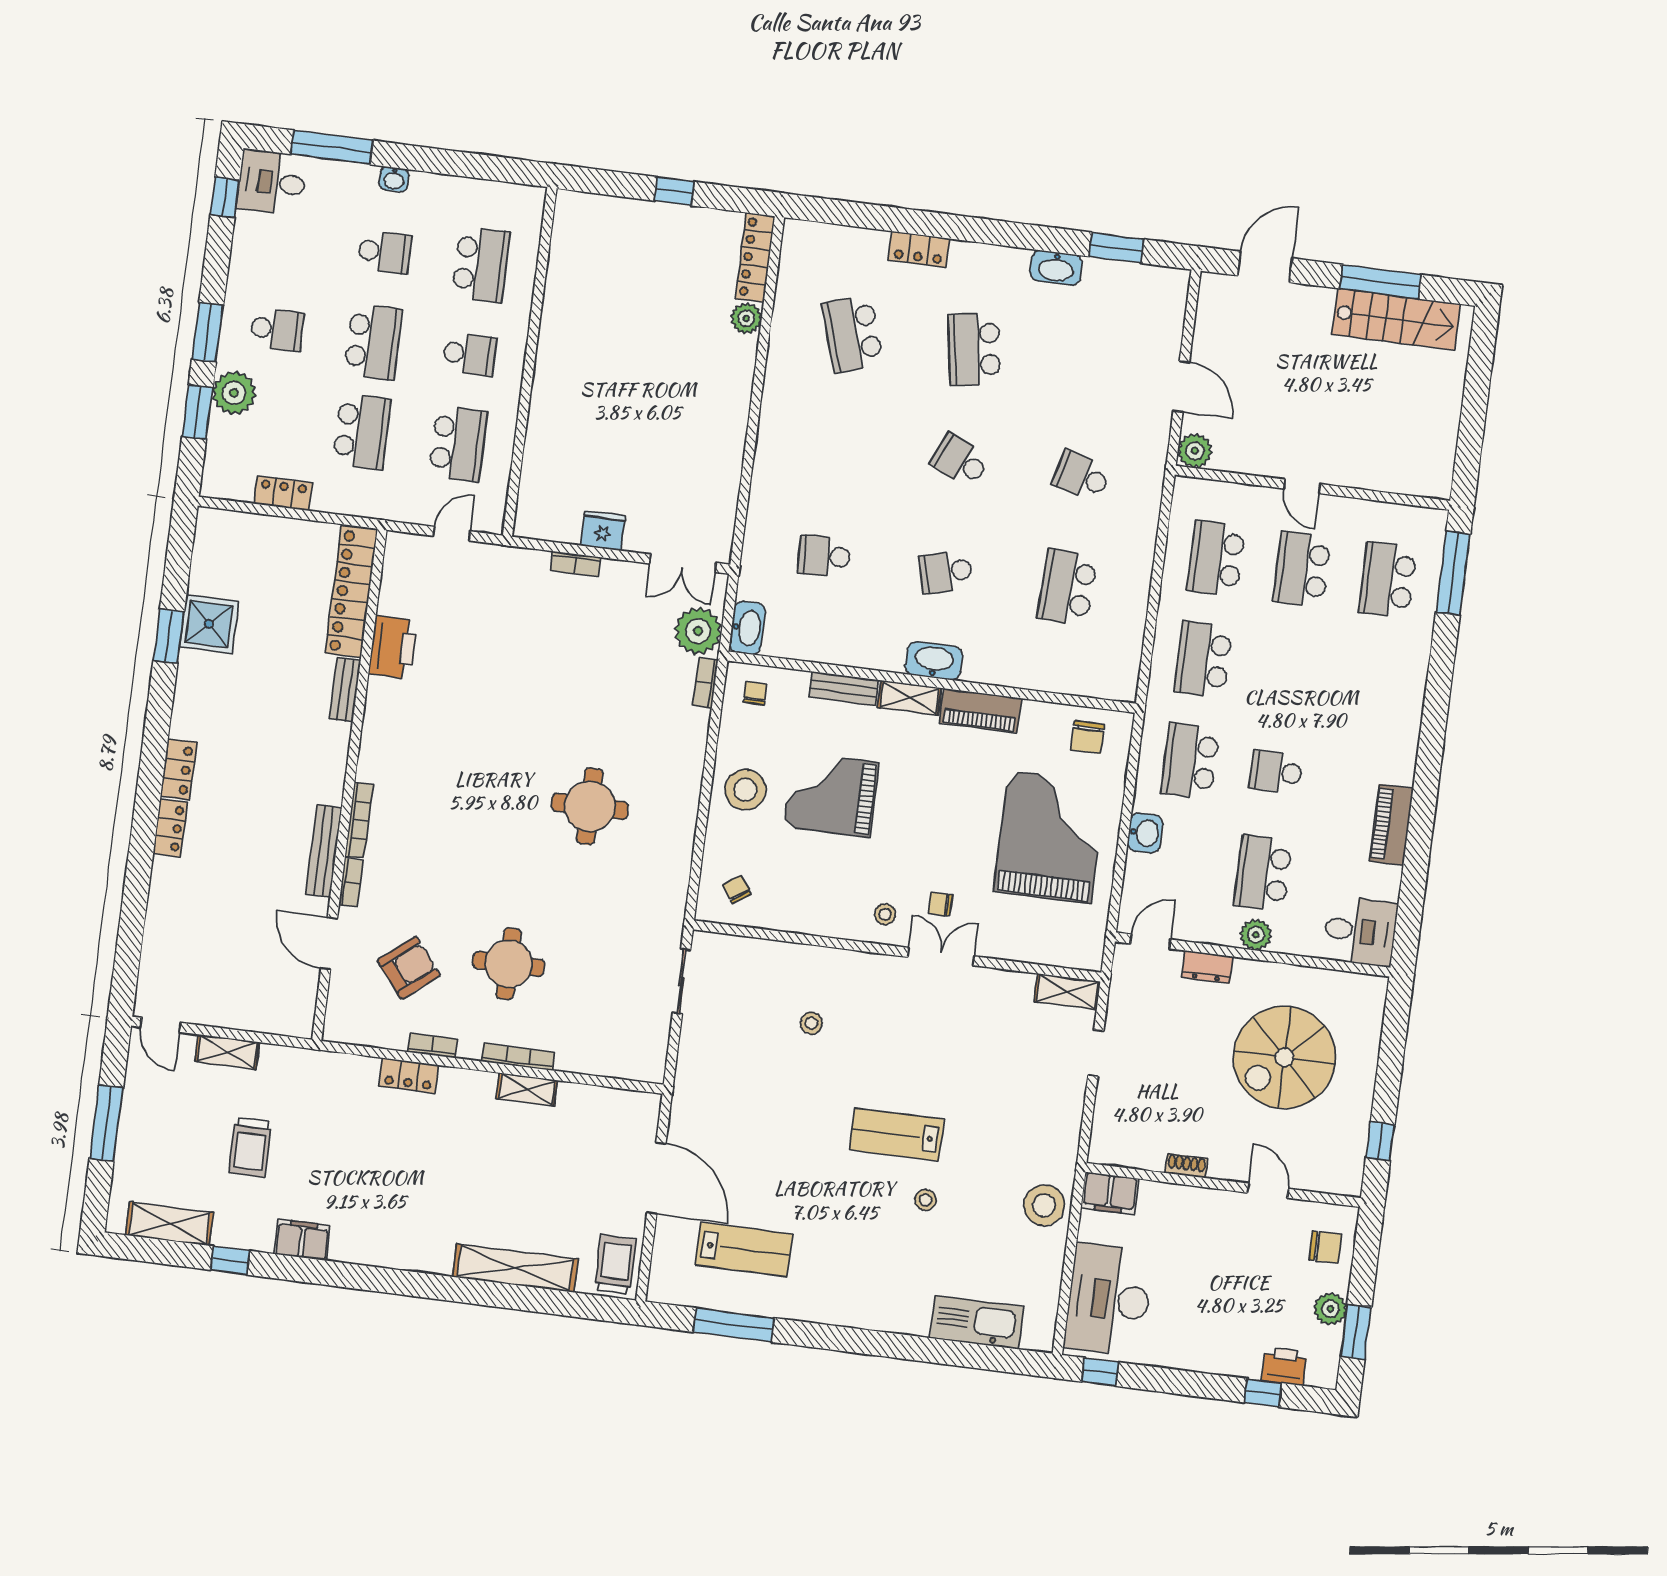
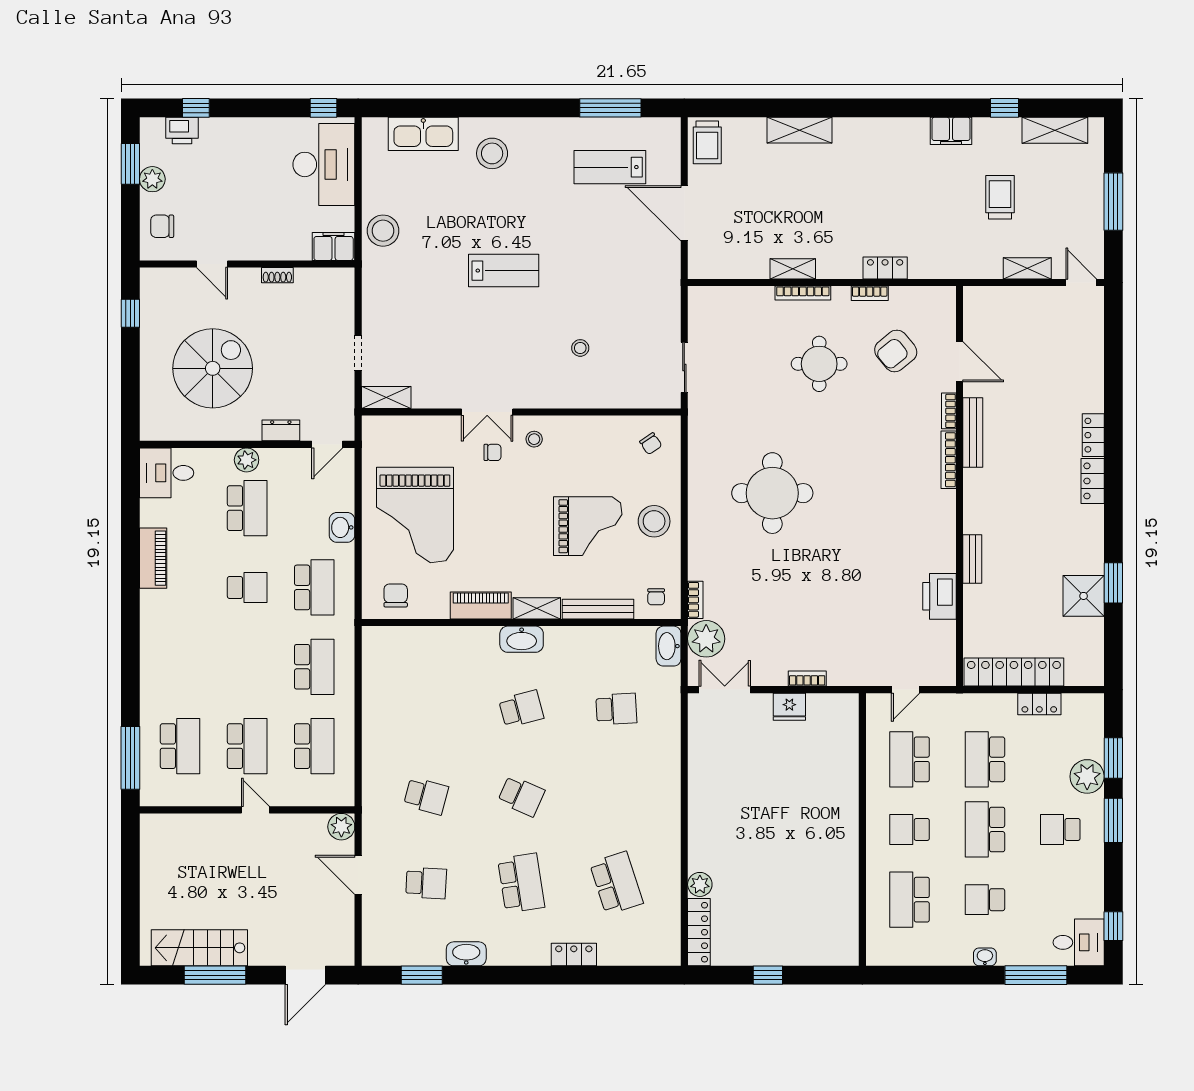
school desk: (1067, 587) -> (426, 883), moved, width x0.54
locker: (351, 592) -> (1014, 672), moved, turned -90
bench: (844, 688) -> (598, 609), width x1.36
round table: (590, 806) -> (772, 493), width x1.36, depth x1.36
stool: (925, 1200) -> (492, 153), moved, width x1.89, depth x1.89
shelving: (515, 1268) -> (799, 130), width x0.68

